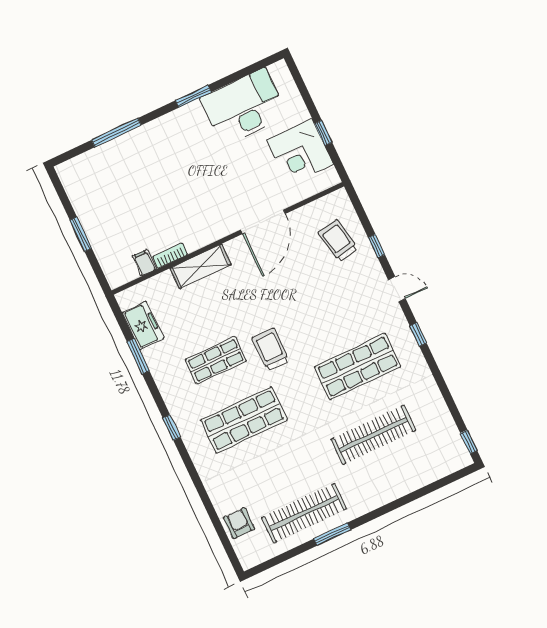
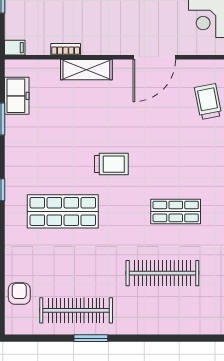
filing cabinet: (144, 263) -> (15, 48), moved, turned 90
trolley: (270, 349) -> (111, 164), turned 90
shop shelf: (216, 360) -> (63, 152), removed
shop shelf: (358, 367) -> (176, 211), width x0.70, depth x0.74

